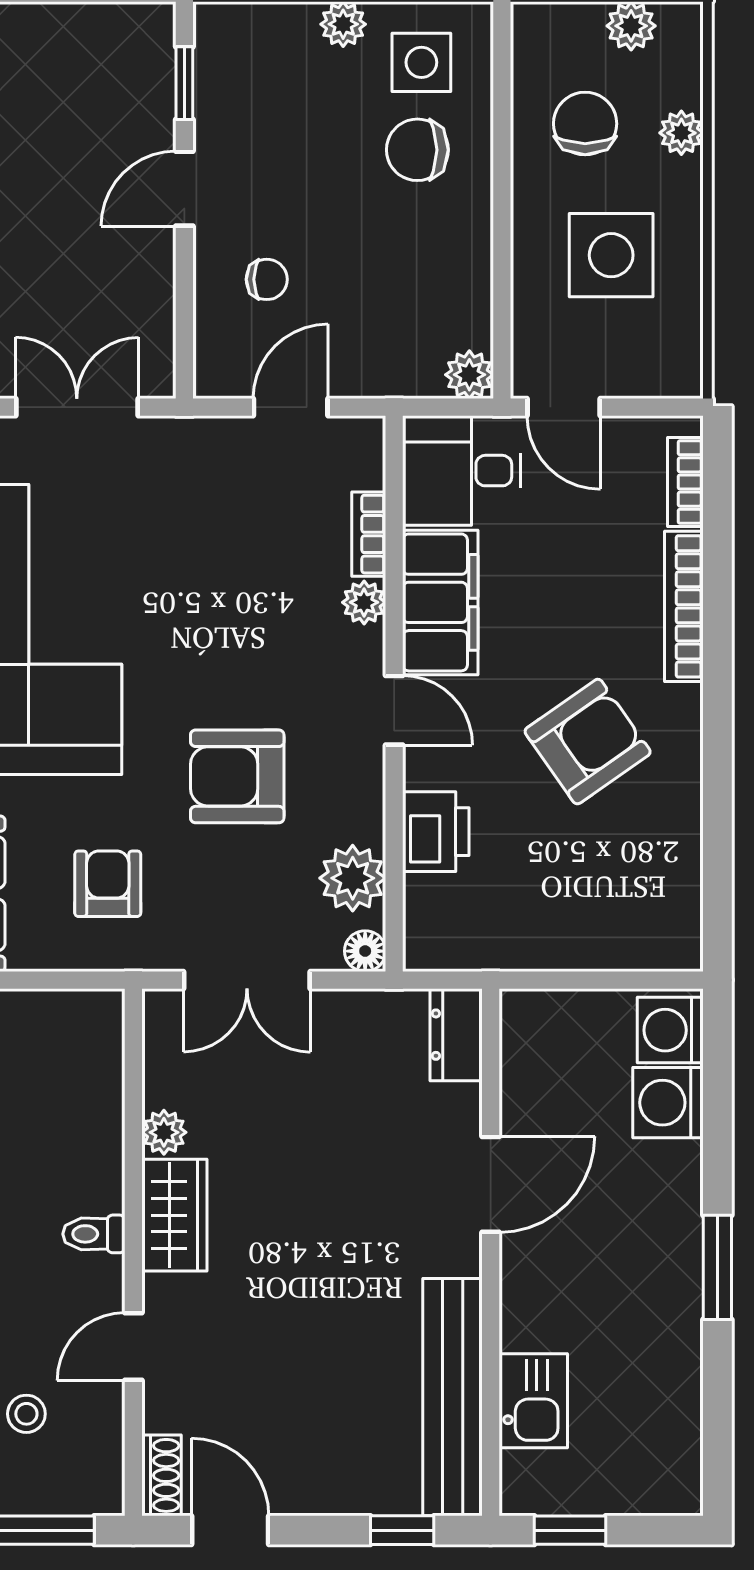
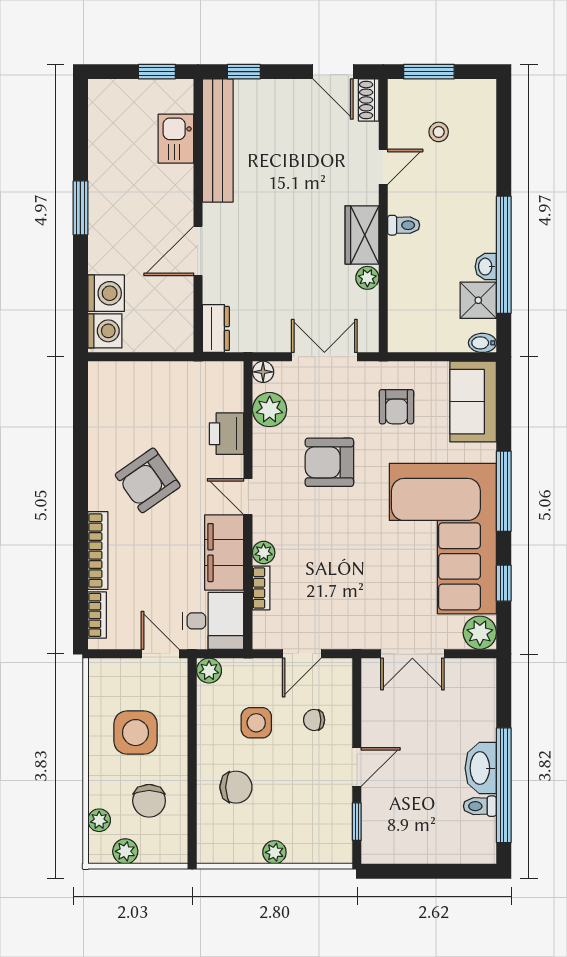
side table: (421, 62) -> (256, 723), moved
plant: (681, 133) -> (99, 820), moved
armchair: (237, 776) -> (329, 462), turned 180

